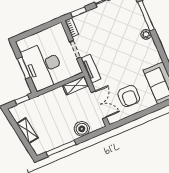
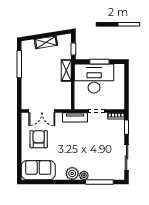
plant: (149, 47) -> (72, 173), added
shelving: (76, 85) -> (66, 70), moved
armchair: (129, 96) -> (39, 139), turned 90
boiler: (82, 129) -> (28, 88), removed

